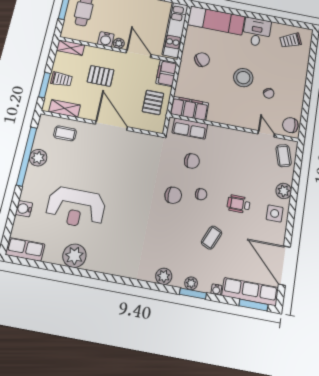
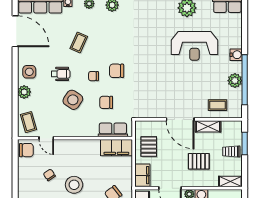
shelving: (65, 109) -> (208, 126), moved
side table: (229, 171) -> (73, 100), added
reception desk: (76, 208) -> (194, 46), turned 180
water cooler: (24, 209) -> (236, 55), moved

